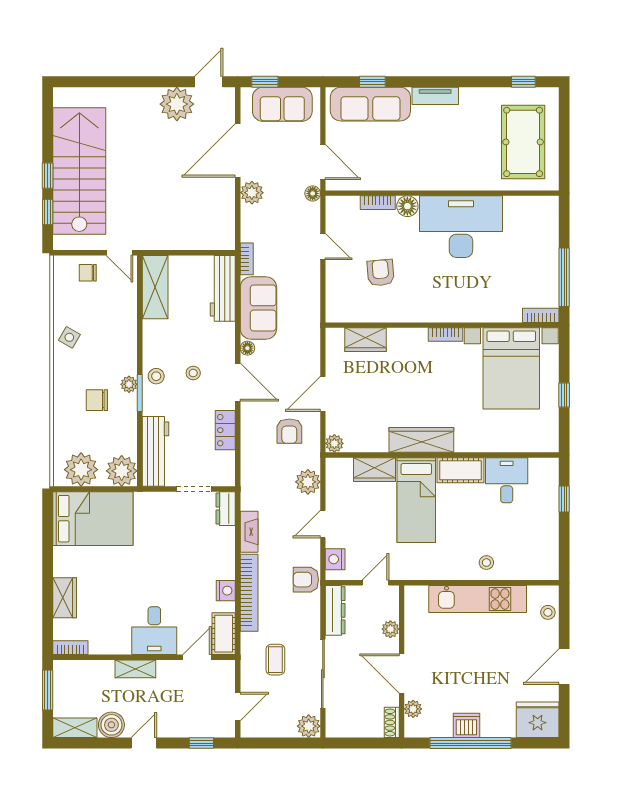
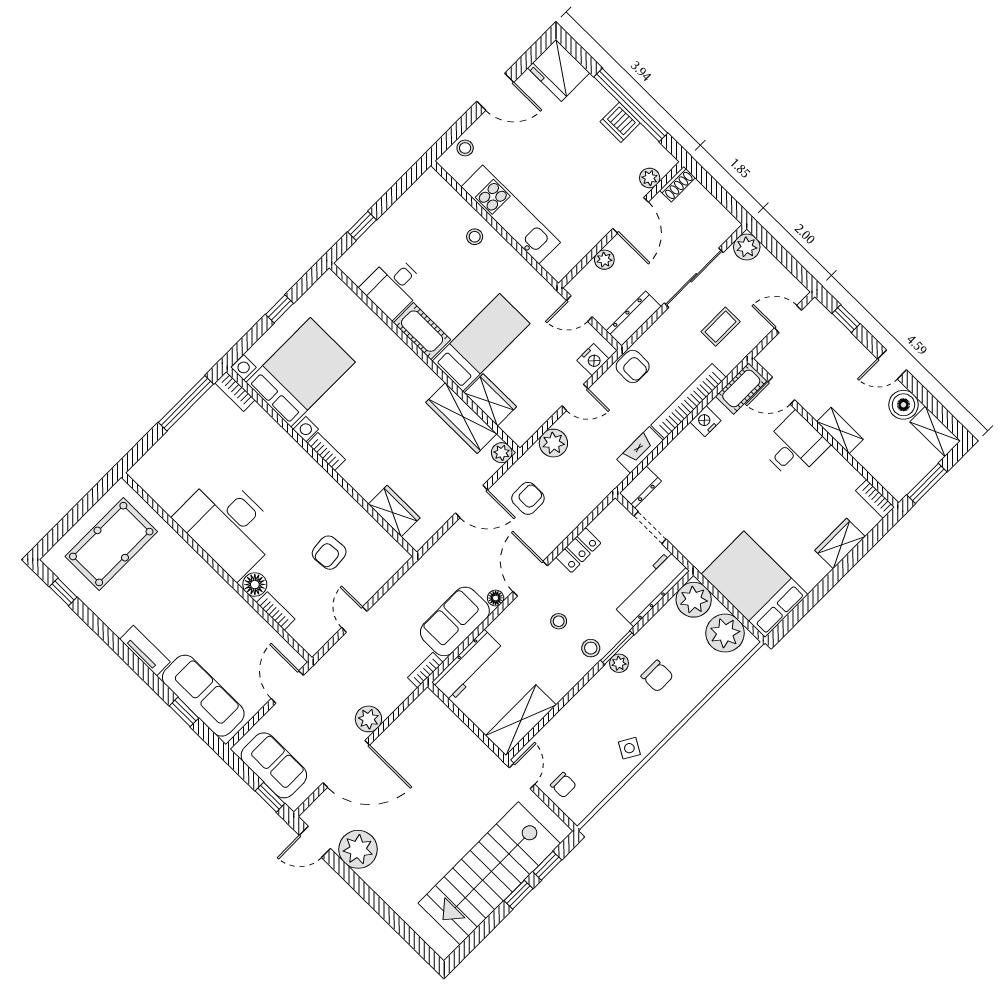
floor lamp: (313, 193) -> (320, 670), removed
wardrobe: (421, 440) -> (461, 418), moved

